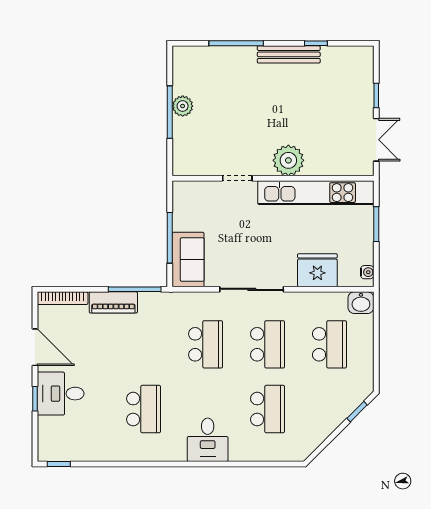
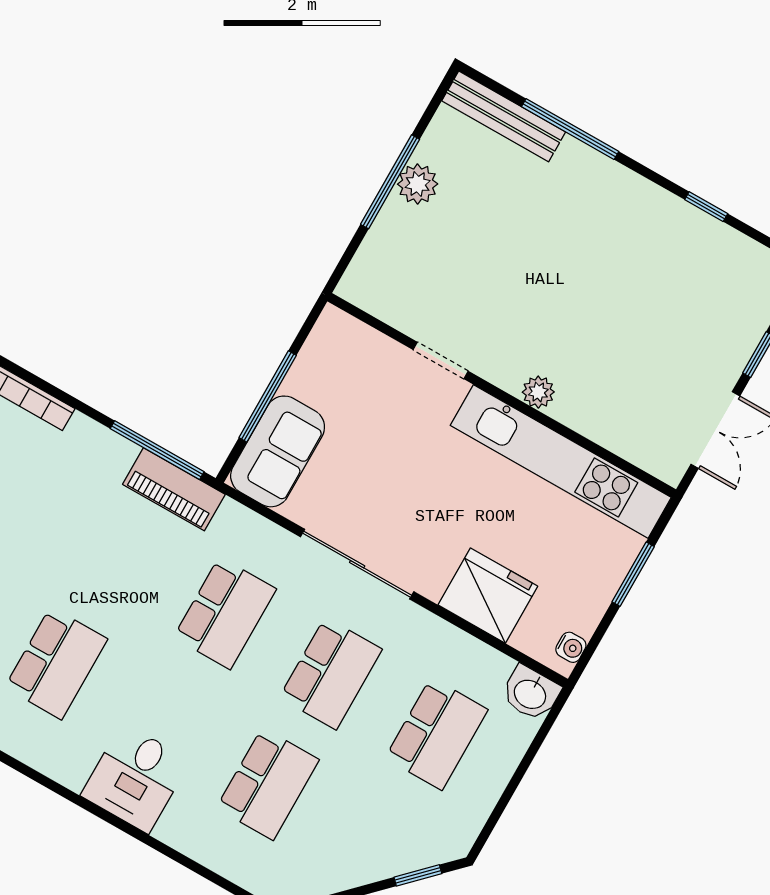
bench: (289, 54) -> (504, 116), moved
plant: (288, 160) -> (538, 392), width x0.53, depth x0.53
piano: (113, 302) -> (174, 489), moved

